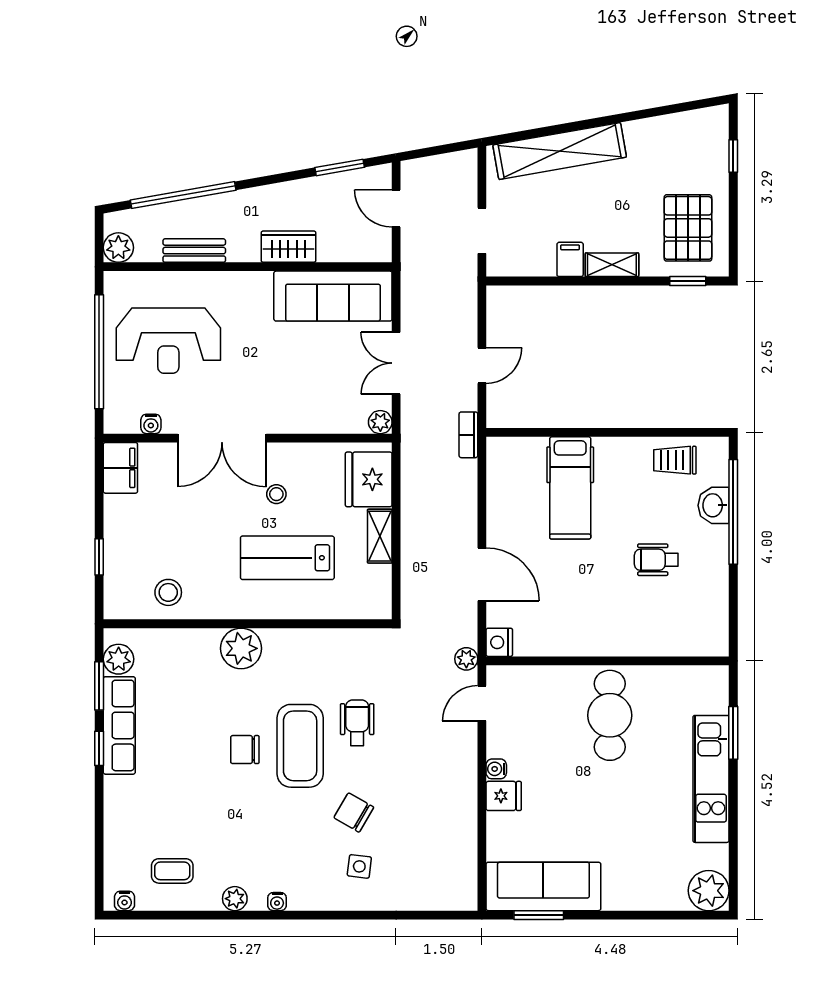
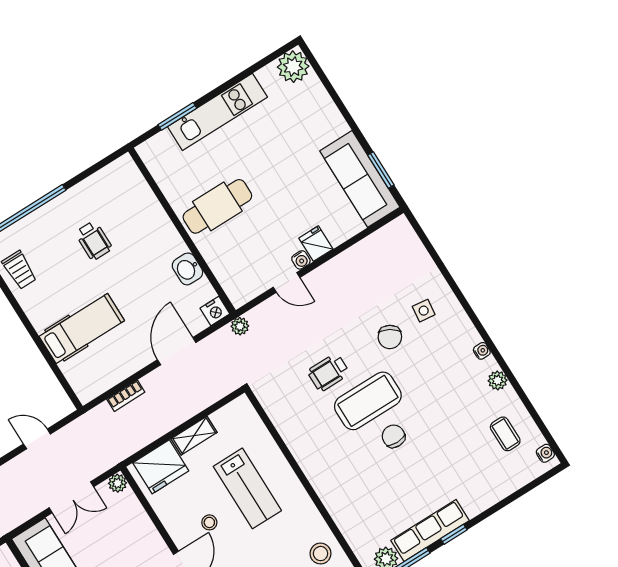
bookcase: (468, 435) -> (126, 396), moved
washbasin: (714, 505) -> (187, 269), moved, turned 90
plant: (241, 648) -> (327, 481), removed
door: (482, 703) -> (287, 282), moved
chair: (245, 750) -> (394, 436), turned 180

